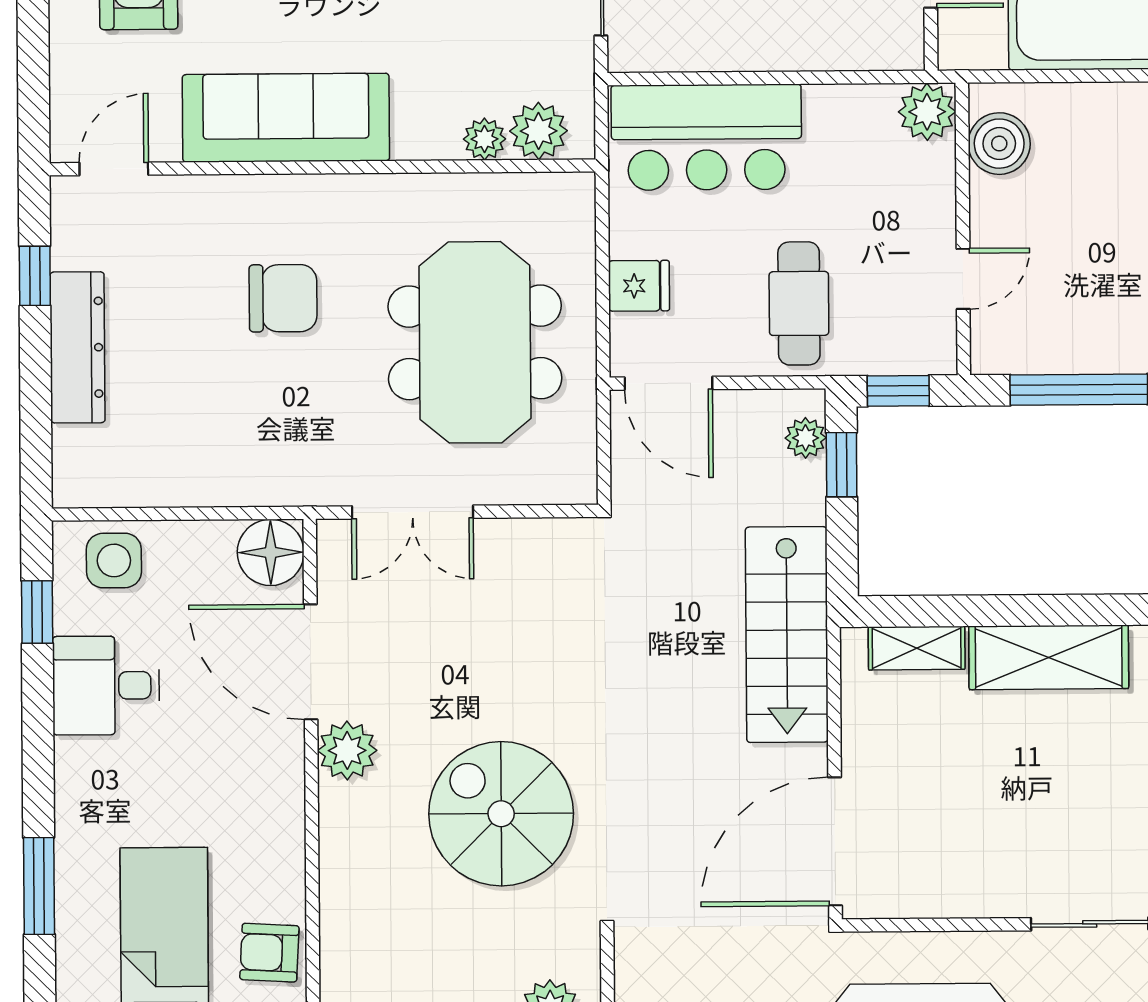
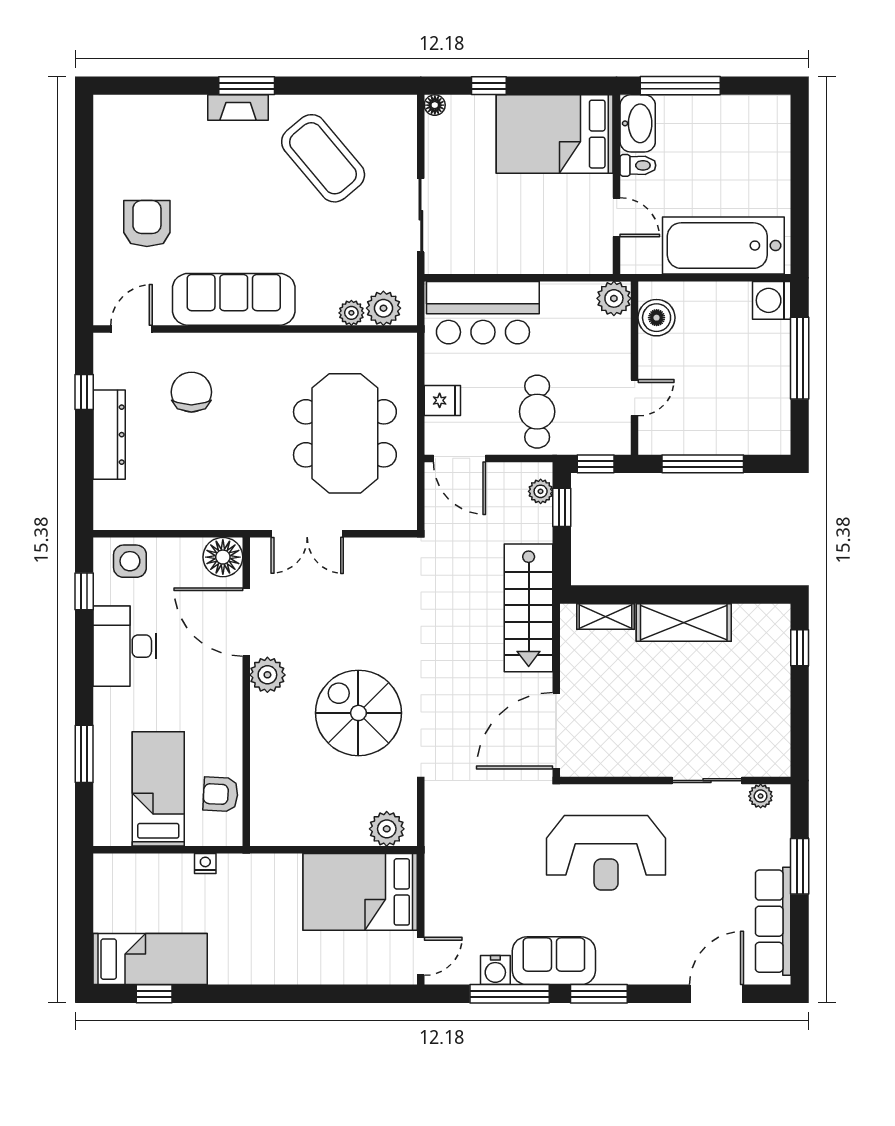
chair: (283, 298) -> (191, 392), moved, turned -90
desk: (106, 685) -> (125, 646), width x1.37

